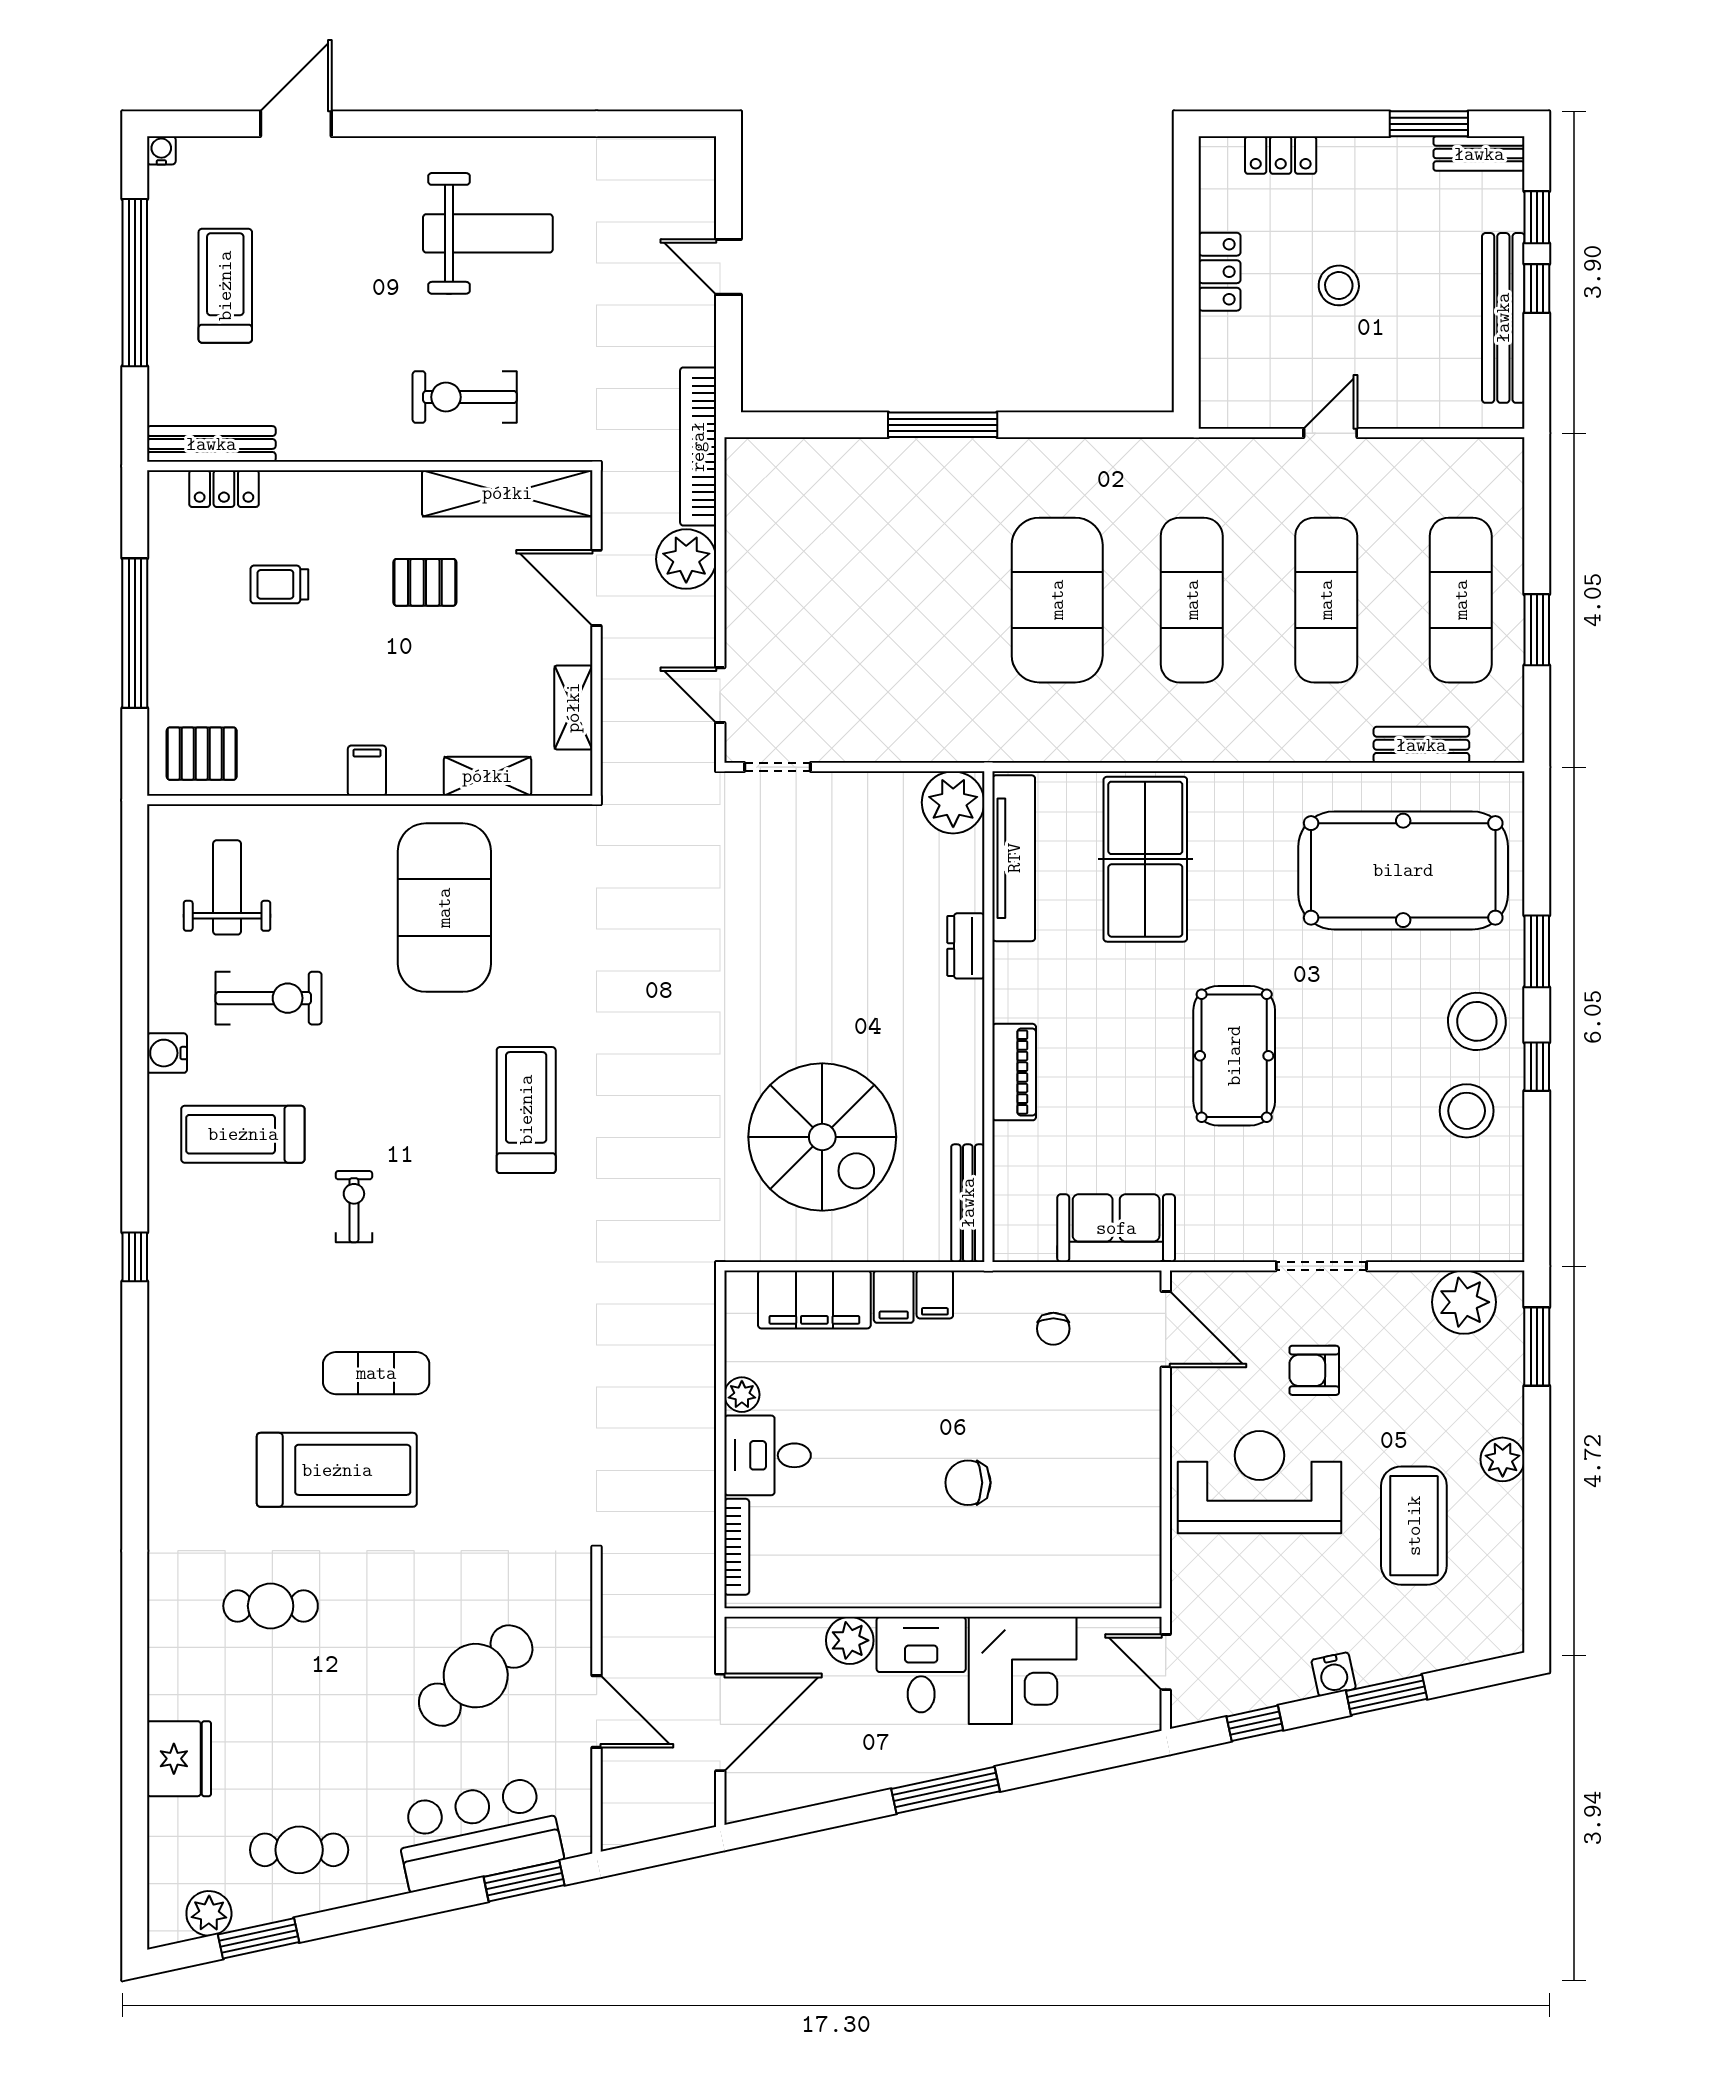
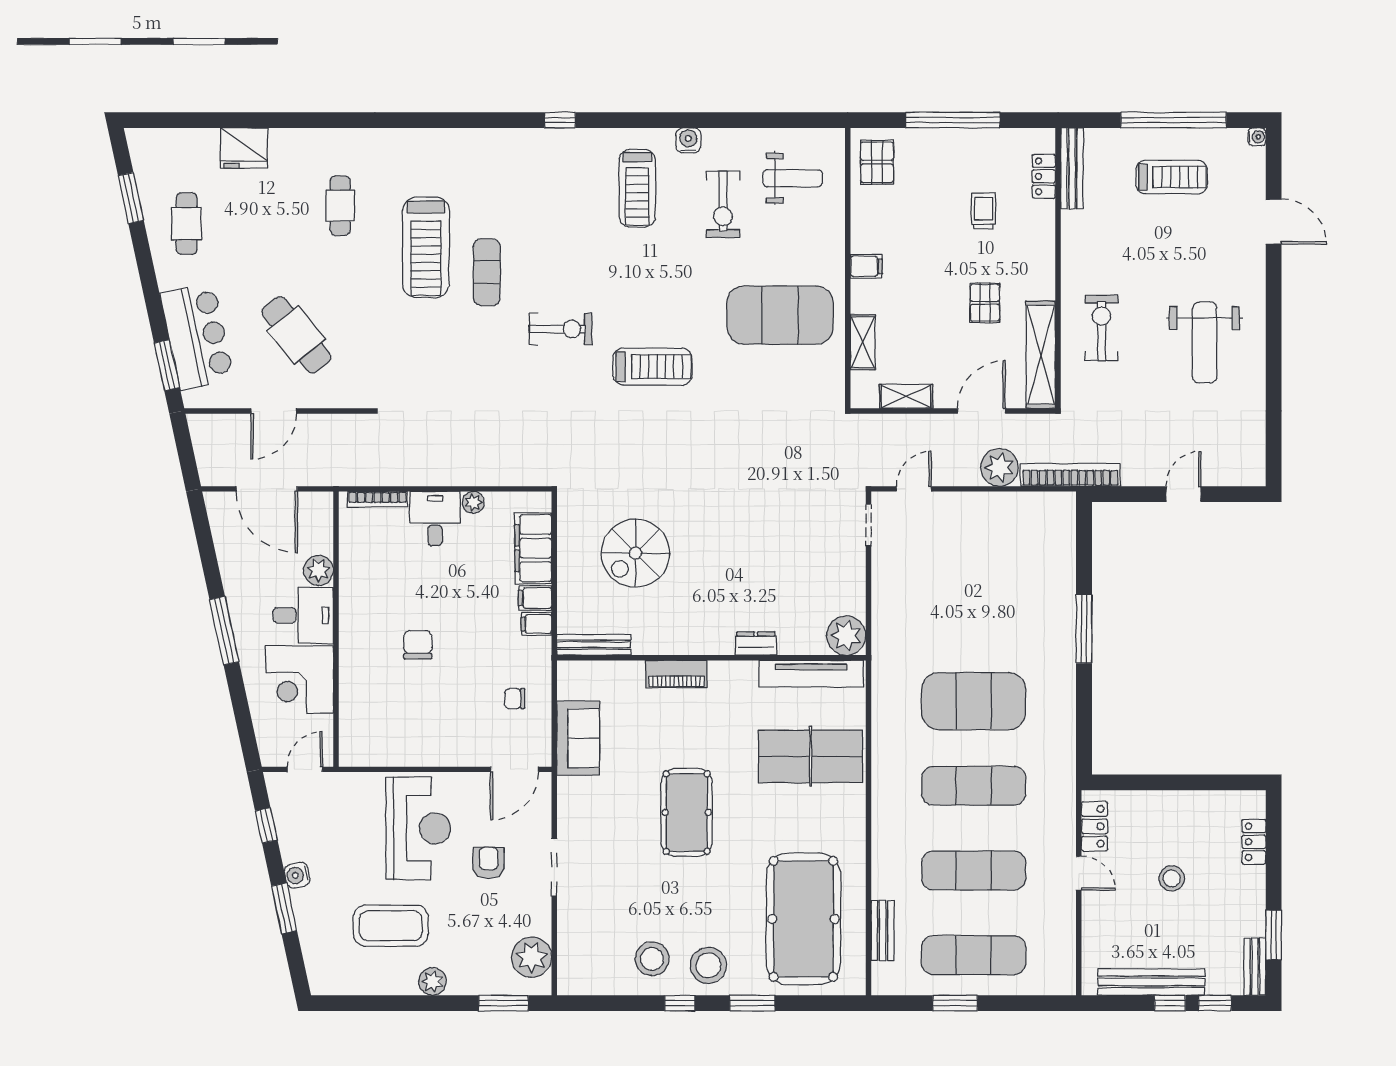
locker: (1220, 272) -> (1095, 826), moved, turned -90
pool table: (1234, 1056) -> (687, 812), turned 90
treadmill: (243, 1134) -> (637, 188), turned 180
spiral stairs: (822, 1137) -> (636, 553), width x0.73, depth x0.73
exercise bike: (354, 1207) -> (561, 329), moved, width x1.38, depth x1.39
plant: (209, 1913) -> (147, 167), removed

